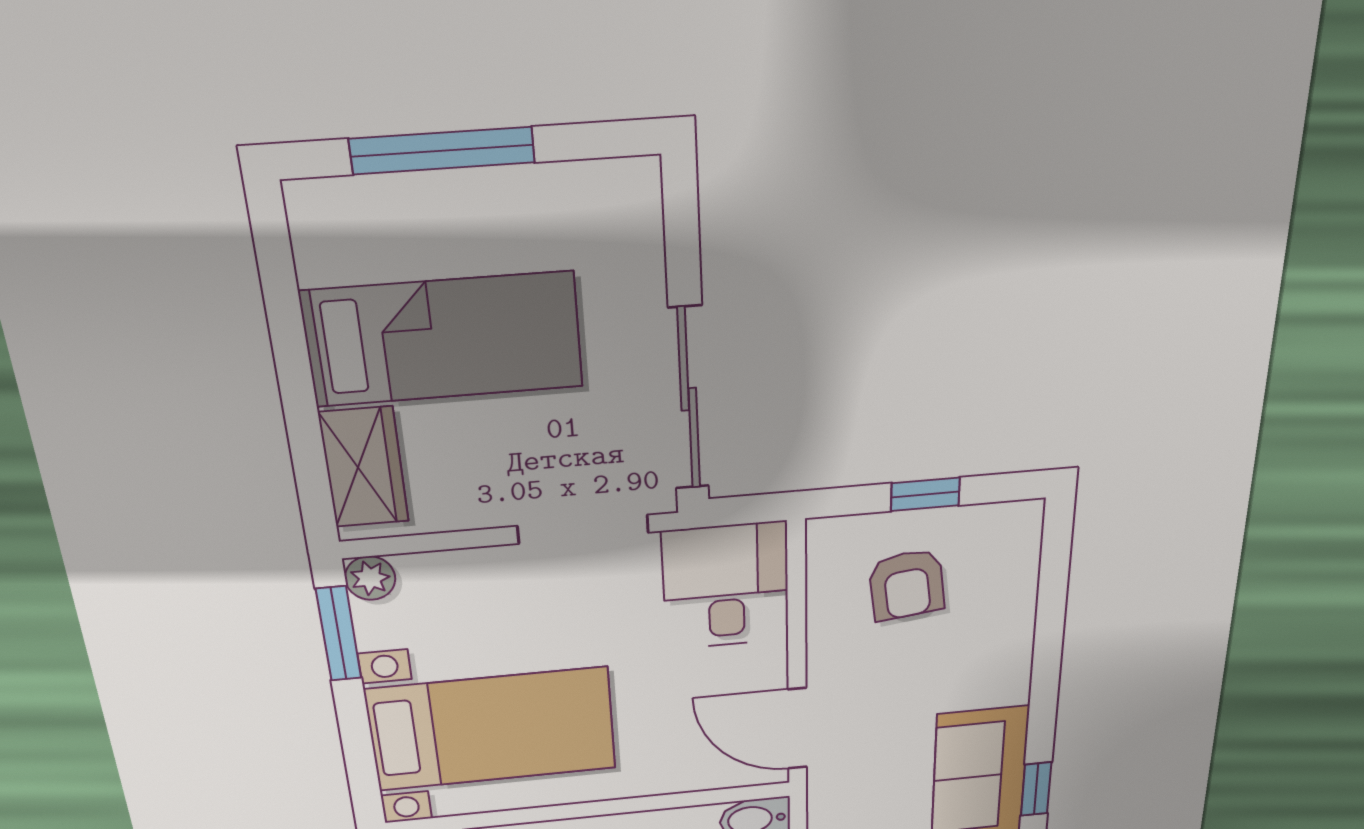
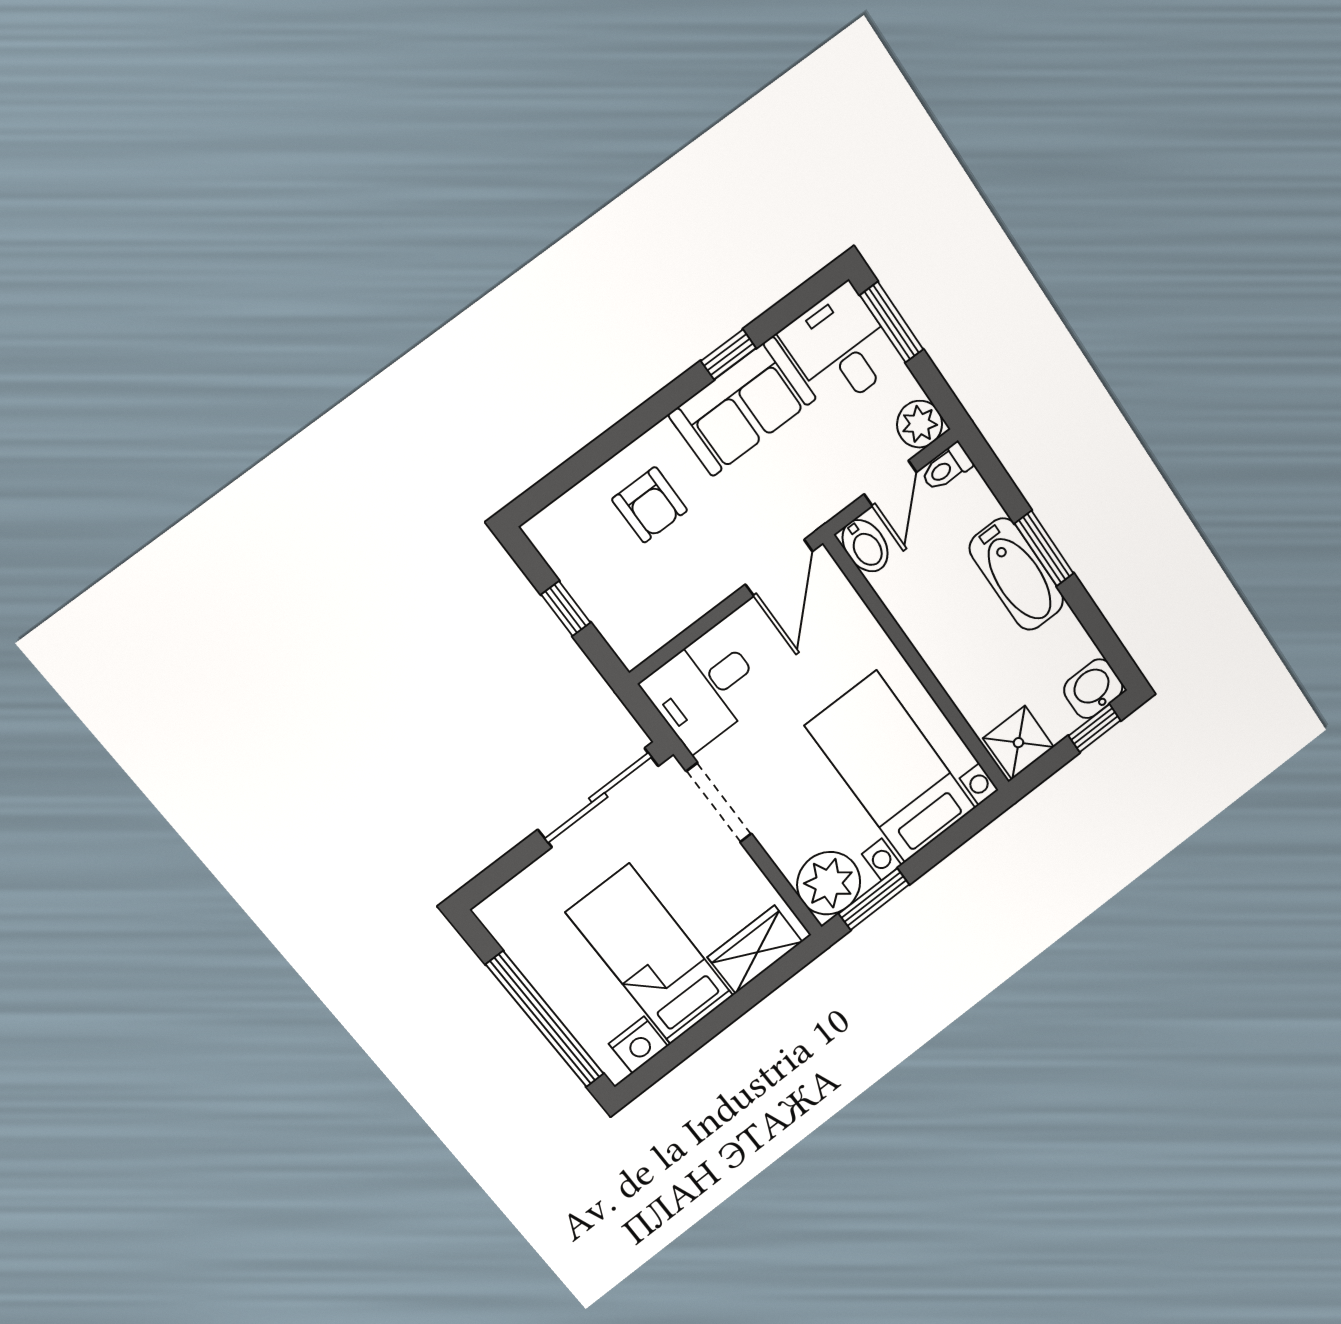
window: (442, 151) -> (545, 1020), width x1.46
nightstand: (324, 249) -> (638, 1045), added
plant: (370, 578) -> (829, 883), width x1.88, depth x1.88
armchair: (907, 585) -> (650, 505), moved, turned 97

